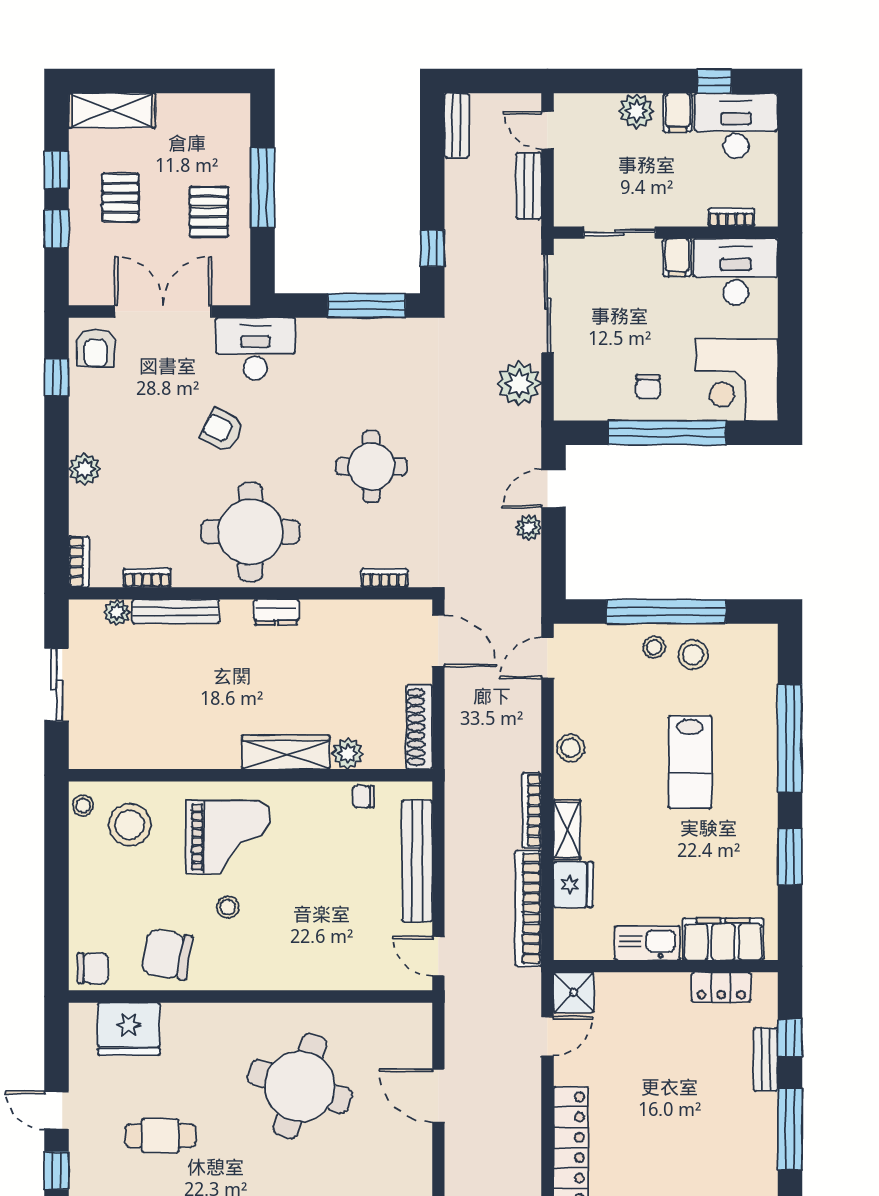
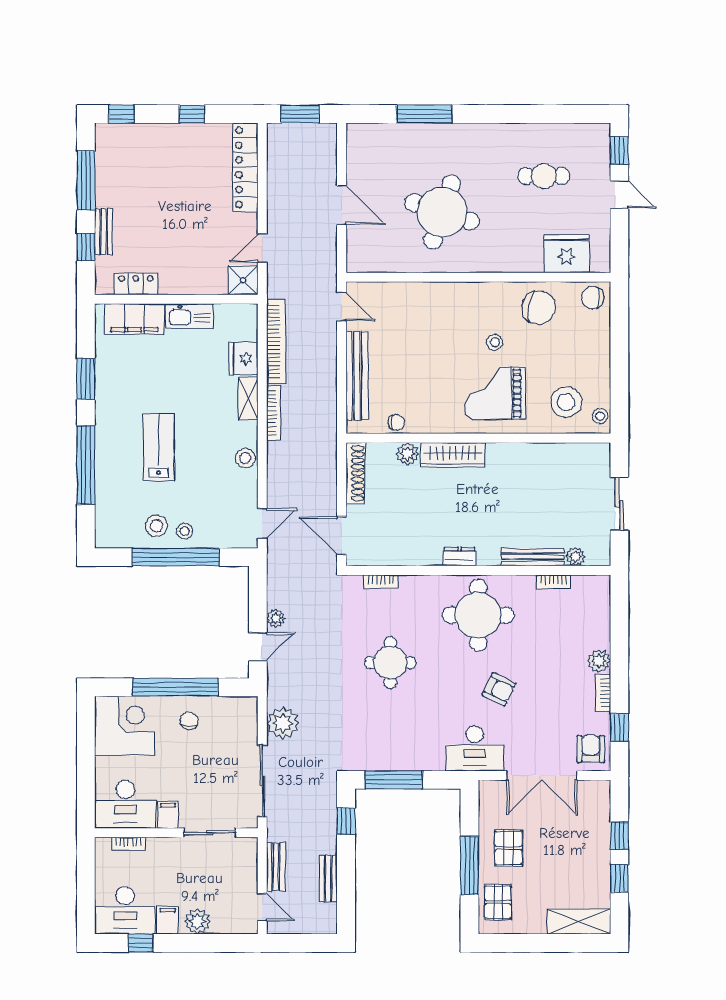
bench: (457, 125) -> (328, 878), moved
pallet: (120, 198) -> (498, 902), moved
bookcase: (79, 562) -> (603, 693), moved

